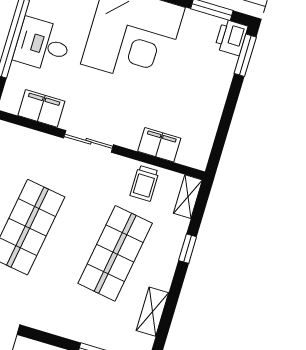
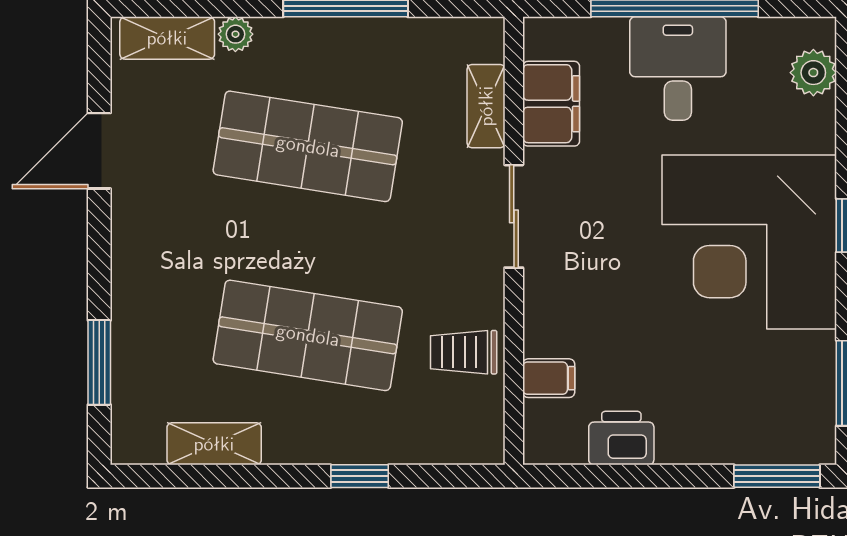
printer: (231, 37) -> (621, 438), moved
filing cabinet: (159, 145) -> (549, 378), width x0.50
shelving: (188, 197) -> (486, 106), moved, turned 90

